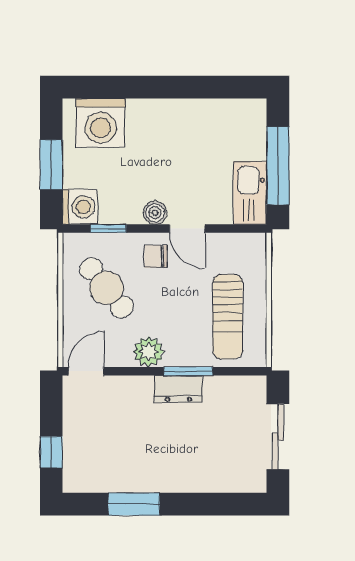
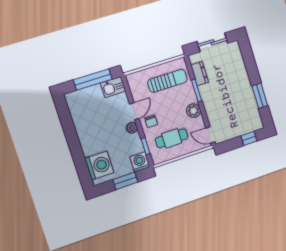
kitchen sink: (250, 193) -> (113, 87), width x0.73
cafe table: (106, 288) -> (172, 138), turned 39
dresser: (178, 389) -> (200, 74), moved

